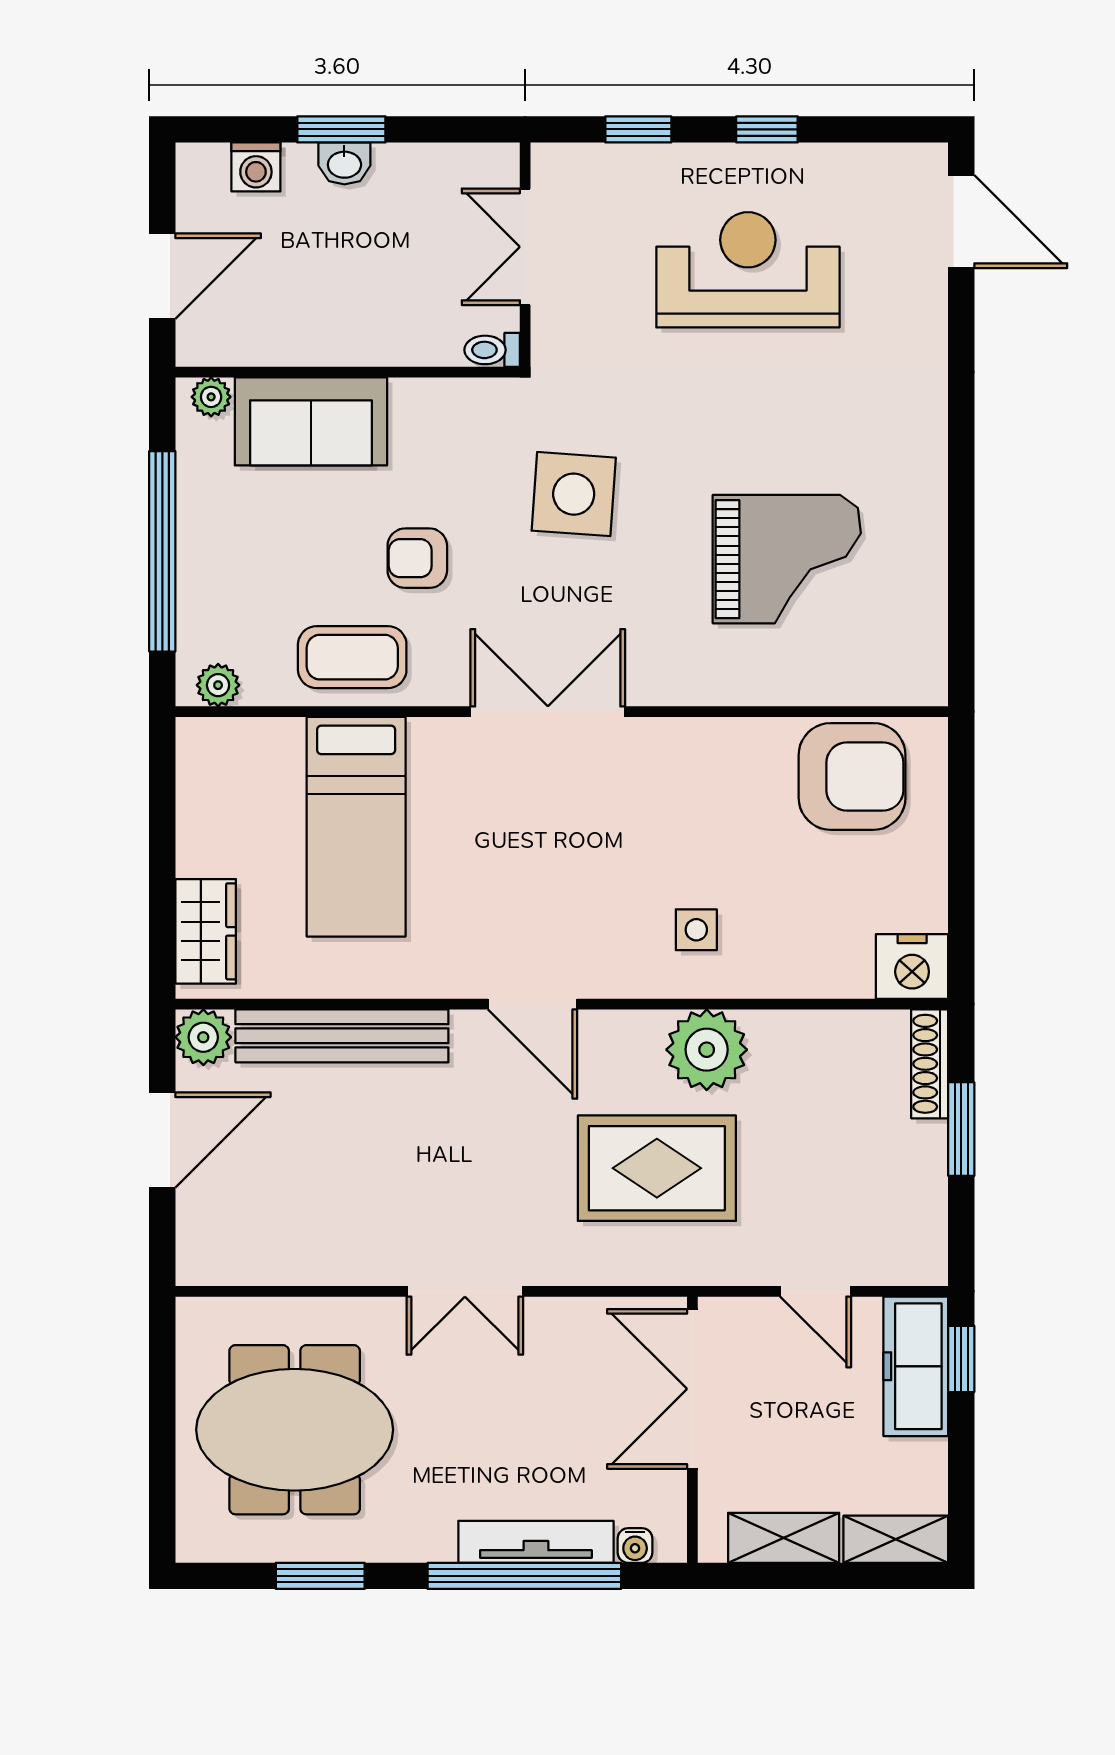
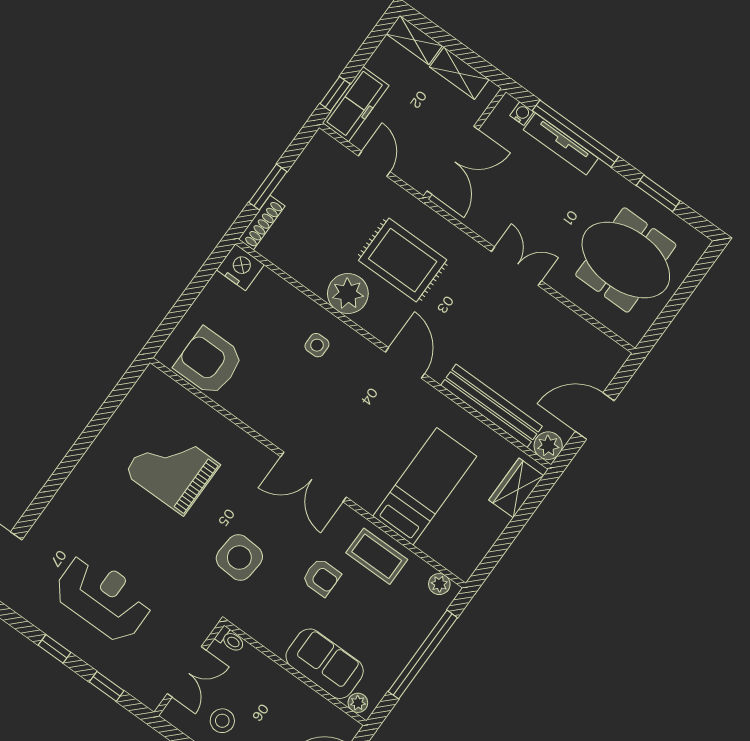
stool: (410, 209) -> (222, 721), added
reception desk: (748, 270) -> (103, 597), turned 180

